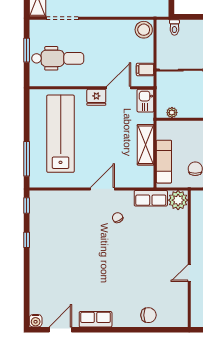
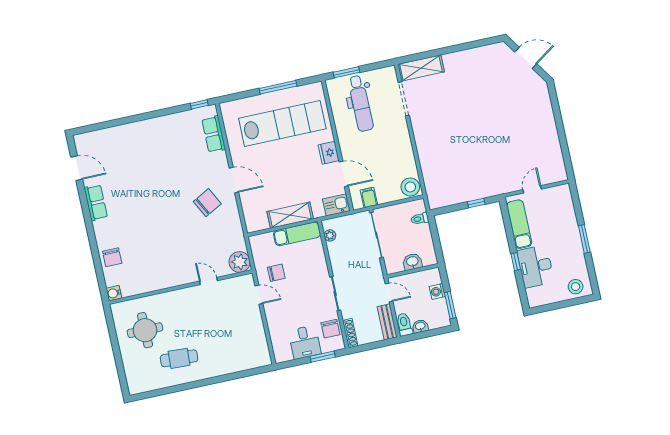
window: (27, 50) -> (346, 72), moved
window: (27, 159) -> (278, 87), moved
exam couch: (164, 162) -> (297, 234), moved
row of seats: (151, 198) -> (214, 134), moved
chair: (118, 218) -> (207, 203), width x1.87, depth x1.87
window: (27, 240) -> (163, 112), removed
door: (189, 273) -> (208, 281), moved
water cooler: (36, 321) -> (114, 293), moved

